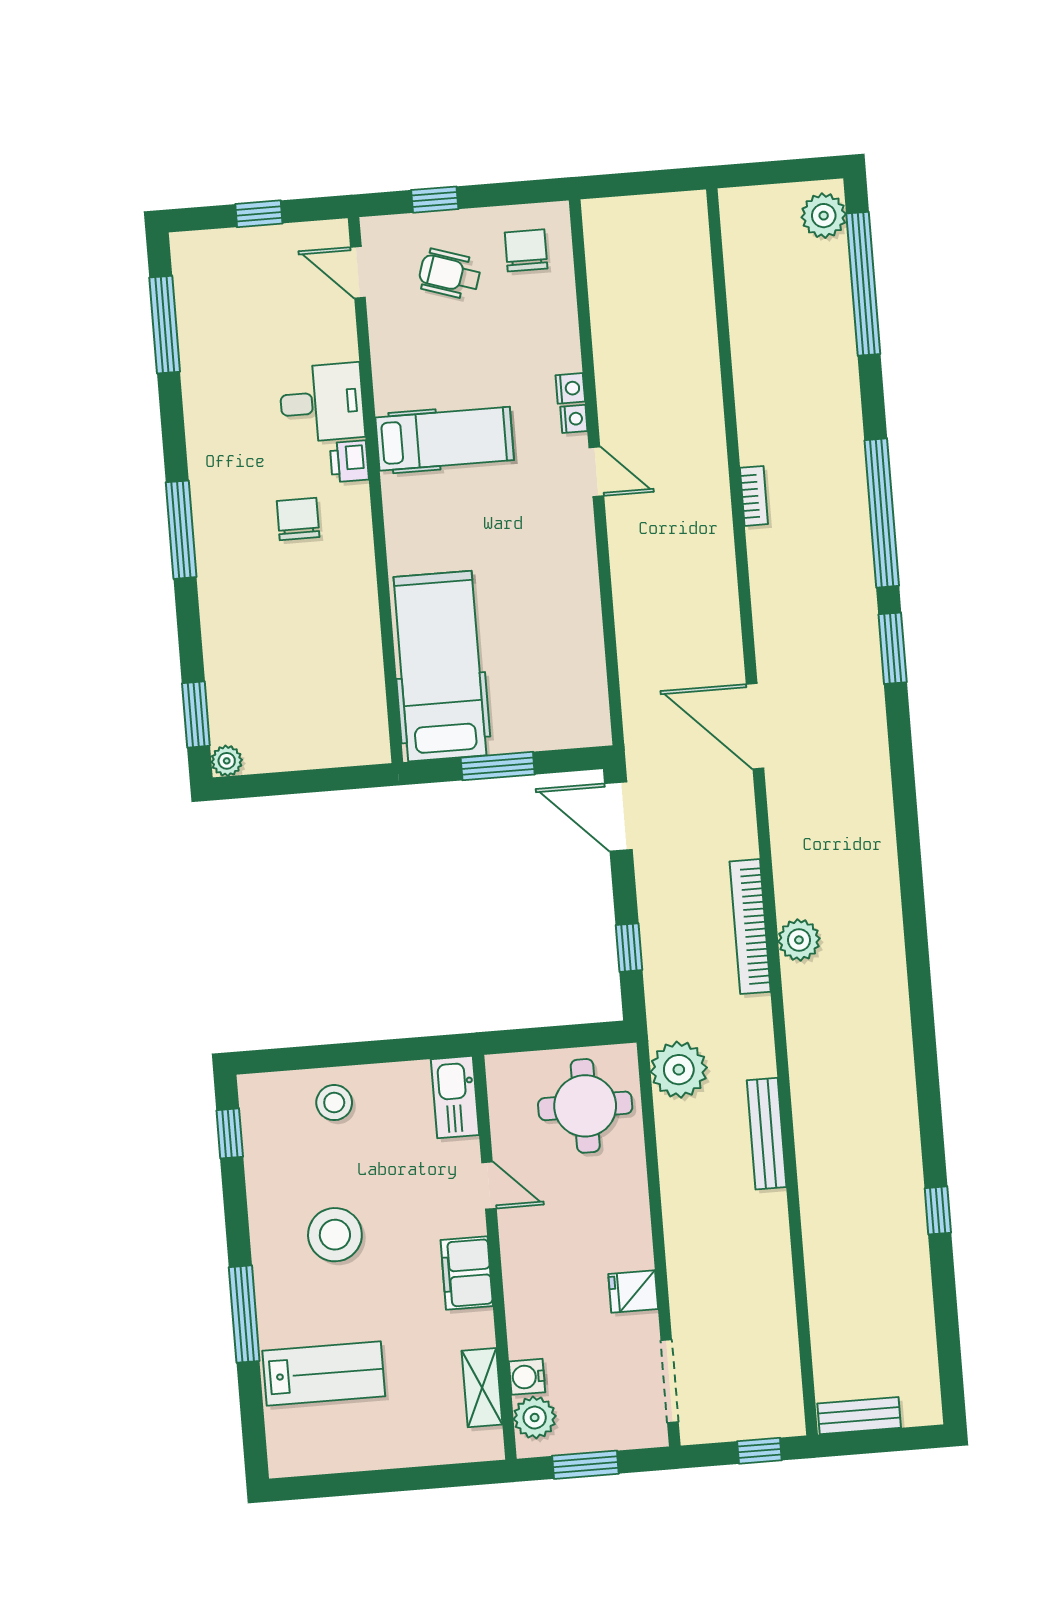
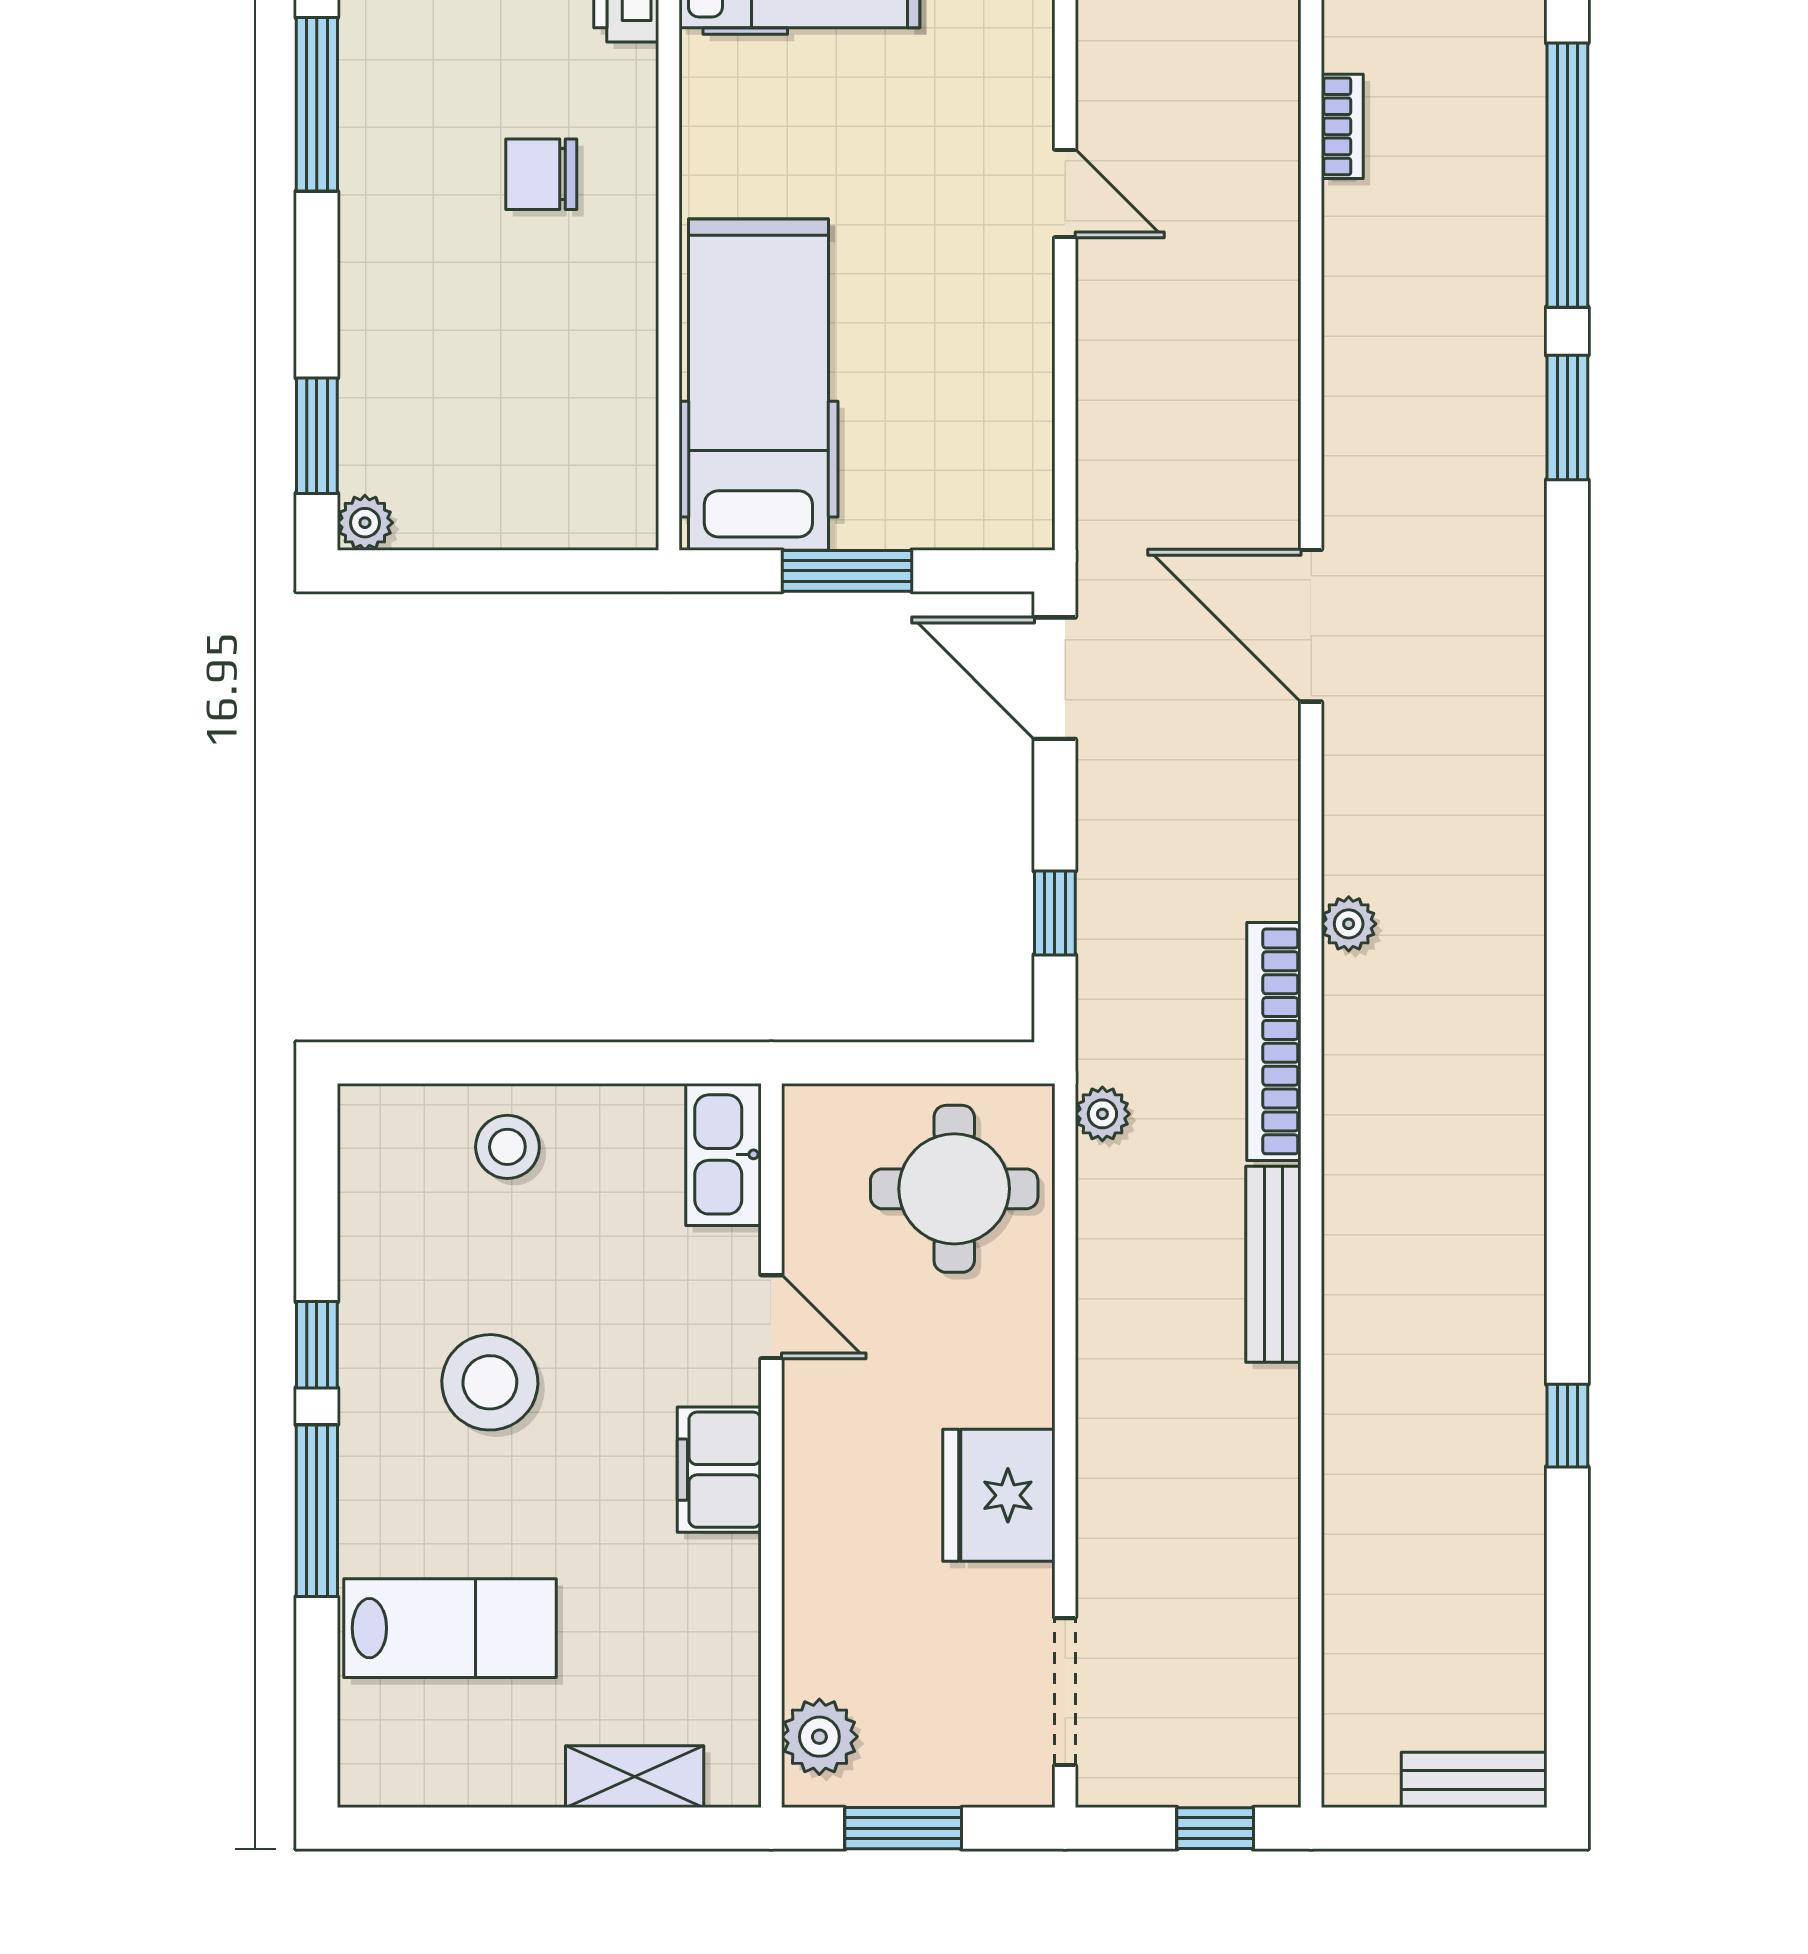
door: (596, 472) -> (1065, 193), moved
chair: (298, 519) -> (541, 174), moved, turned -90
door: (755, 726) -> (1311, 626), moved
bookcase: (750, 927) -> (1274, 1041), moved
plant: (799, 940) -> (1349, 924), width x0.73, depth x0.73
plant: (679, 1070) -> (1102, 1114), width x0.53, depth x0.53
window: (230, 1133) -> (317, 1345), moved
fridge: (633, 1291) -> (999, 1495), width x1.88, depth x1.34
water cooler: (527, 1377) -> (812, 1663), removed
shelving: (482, 1388) -> (635, 1777), moved, turned 90
bench: (859, 1416) -> (1474, 1780), moved

